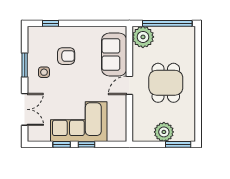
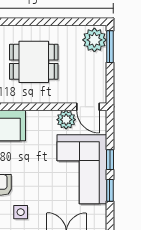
door: (129, 85) -> (88, 107), moved
plant: (119, 109) -> (66, 120), added
plant: (164, 132) -> (94, 40), moved

